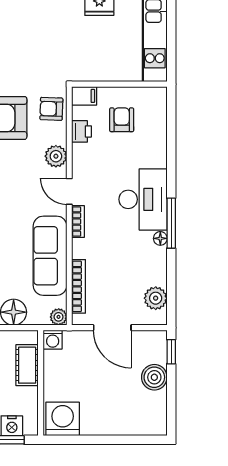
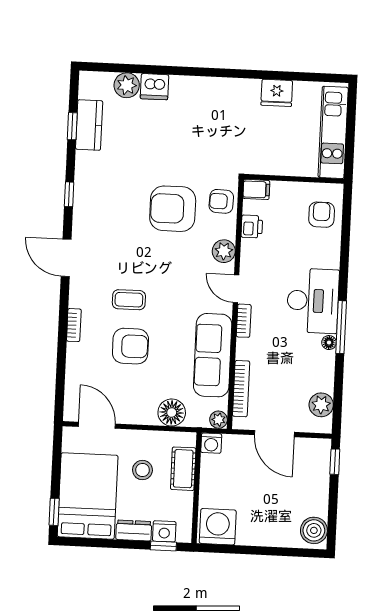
armchair: (122, 120) -> (322, 215), moved
boiler: (154, 377) -> (314, 530), moved

